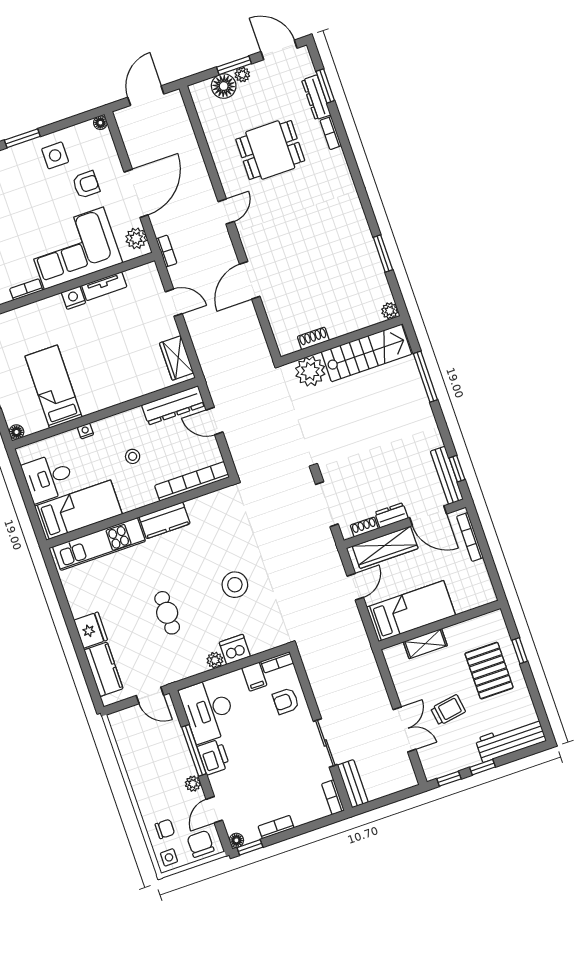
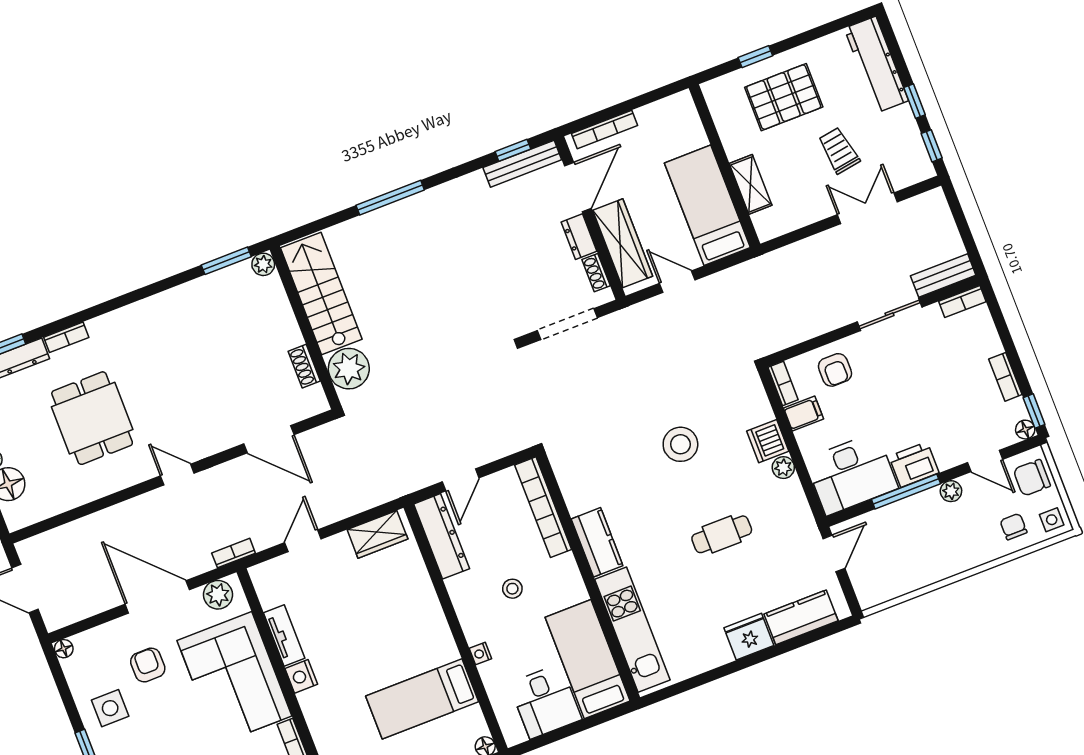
plant: (390, 311) -> (263, 264), moved
shoe rack: (313, 338) -> (304, 366), moved
wall: (342, 340) -> (305, 328), moved
stairs: (367, 353) -> (321, 294), moved
plant: (310, 371) -> (349, 369), moved

